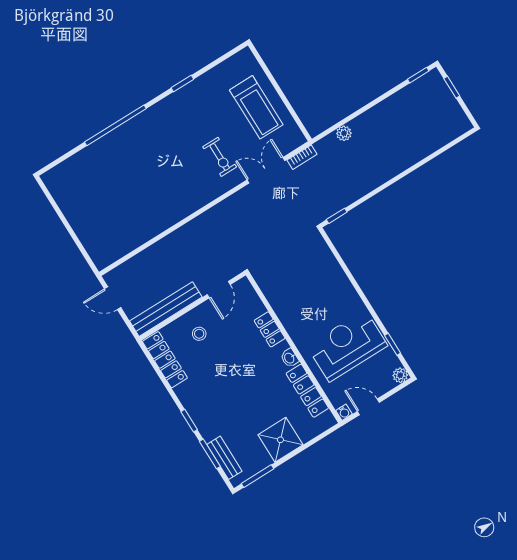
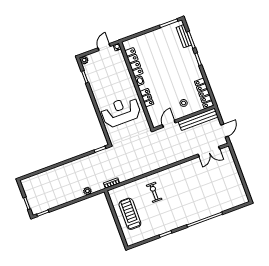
double door: (266, 170) -> (209, 152), moved
door: (113, 298) -> (225, 131), hinge flipped
reception desk: (347, 346) -> (121, 112), moved, turned 180
door: (368, 407) -> (104, 47), swing flipped
shower: (280, 440) -> (153, 40), removed

